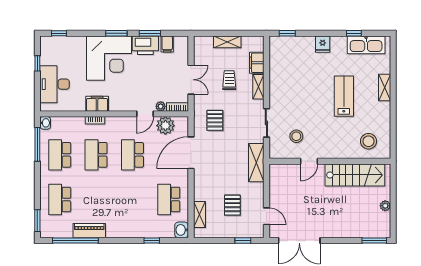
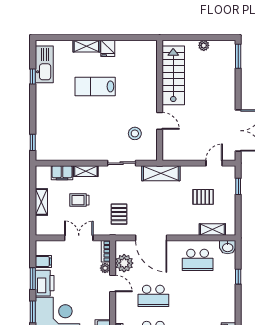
fridge: (323, 44) -> (108, 48), moved, turned 90
pallet: (215, 120) -> (119, 214), turned 90
stool: (369, 141) -> (140, 62), removed

